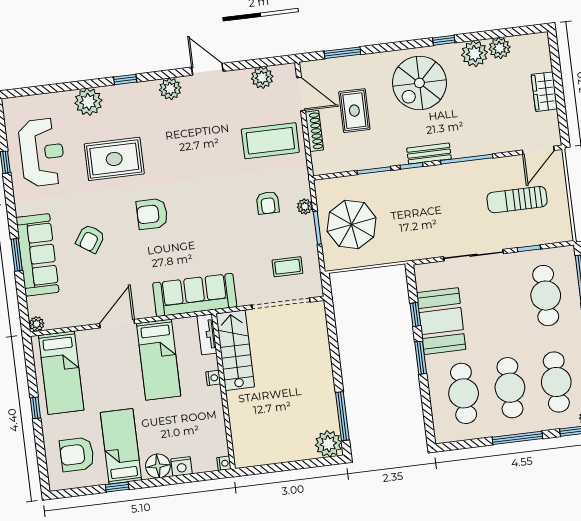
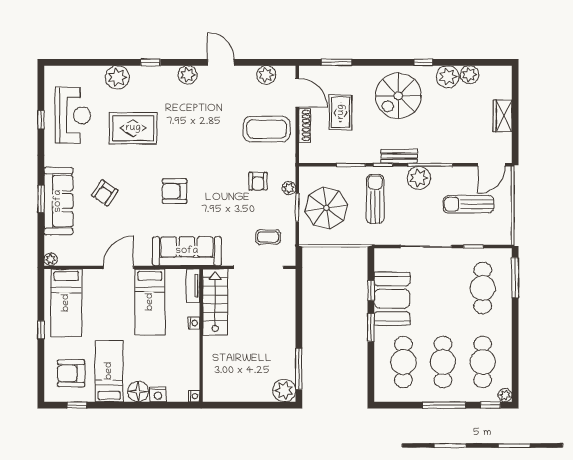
plant: (455, 176) -> (419, 178), added
sun lounger: (407, 207) -> (375, 199), added
armchair: (152, 214) -> (175, 191), moved
window: (117, 487) -> (77, 405), moved

